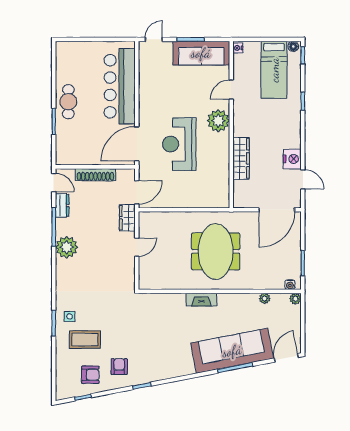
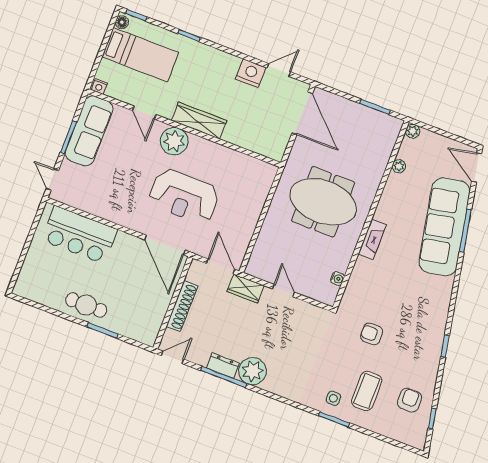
bar counter: (120, 86) -> (79, 235), width x0.73
wardrobe: (241, 158) -> (199, 121), moved
dresser: (62, 205) -> (223, 366), moved
water cooler: (290, 285) -> (337, 278), moved
armchair: (119, 366) -> (372, 334), moved

